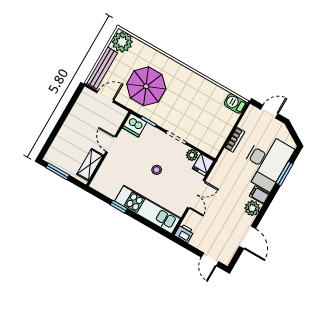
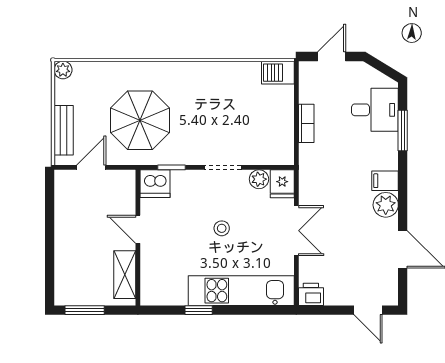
plant: (122, 42) -> (63, 70), width x0.53, depth x0.53
bench: (102, 68) -> (64, 130), width x0.73
desk: (266, 162) -> (375, 110), width x0.53, depth x0.77

